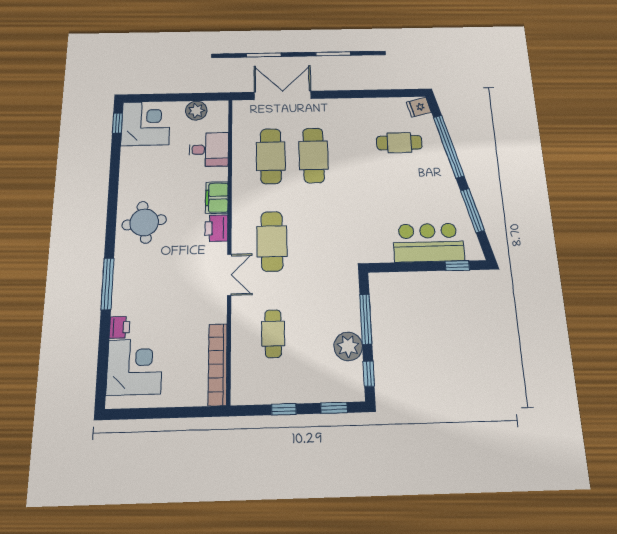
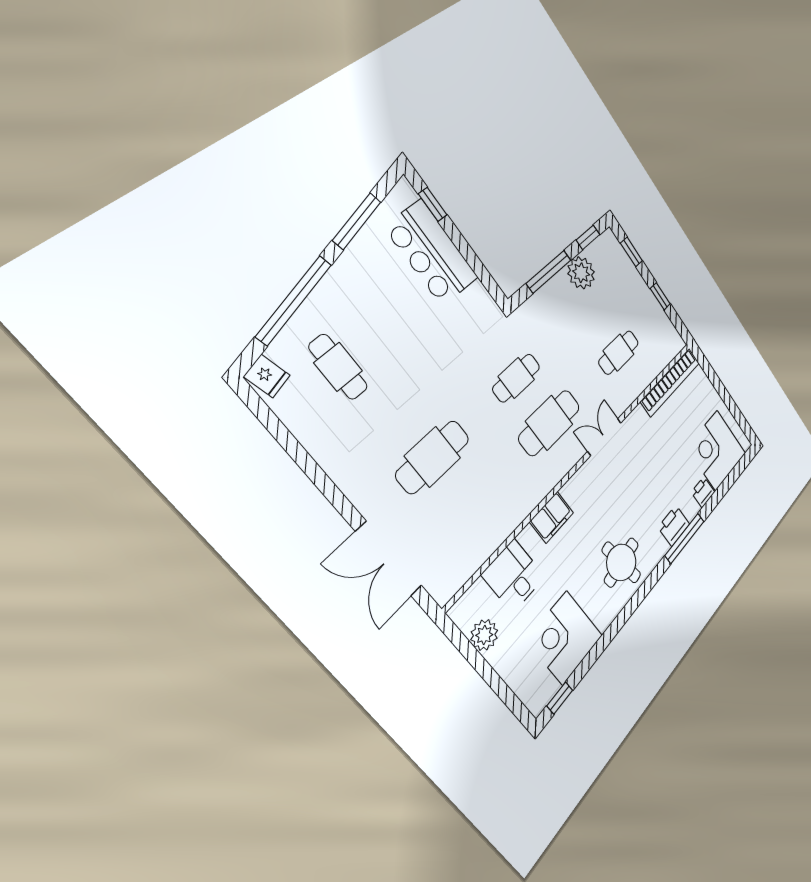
corner desk: (146, 124) -> (565, 638), moved
cafe table: (271, 156) -> (516, 378), moved, width x0.73, depth x0.74
printer: (216, 228) -> (674, 526), moved, turned 180

